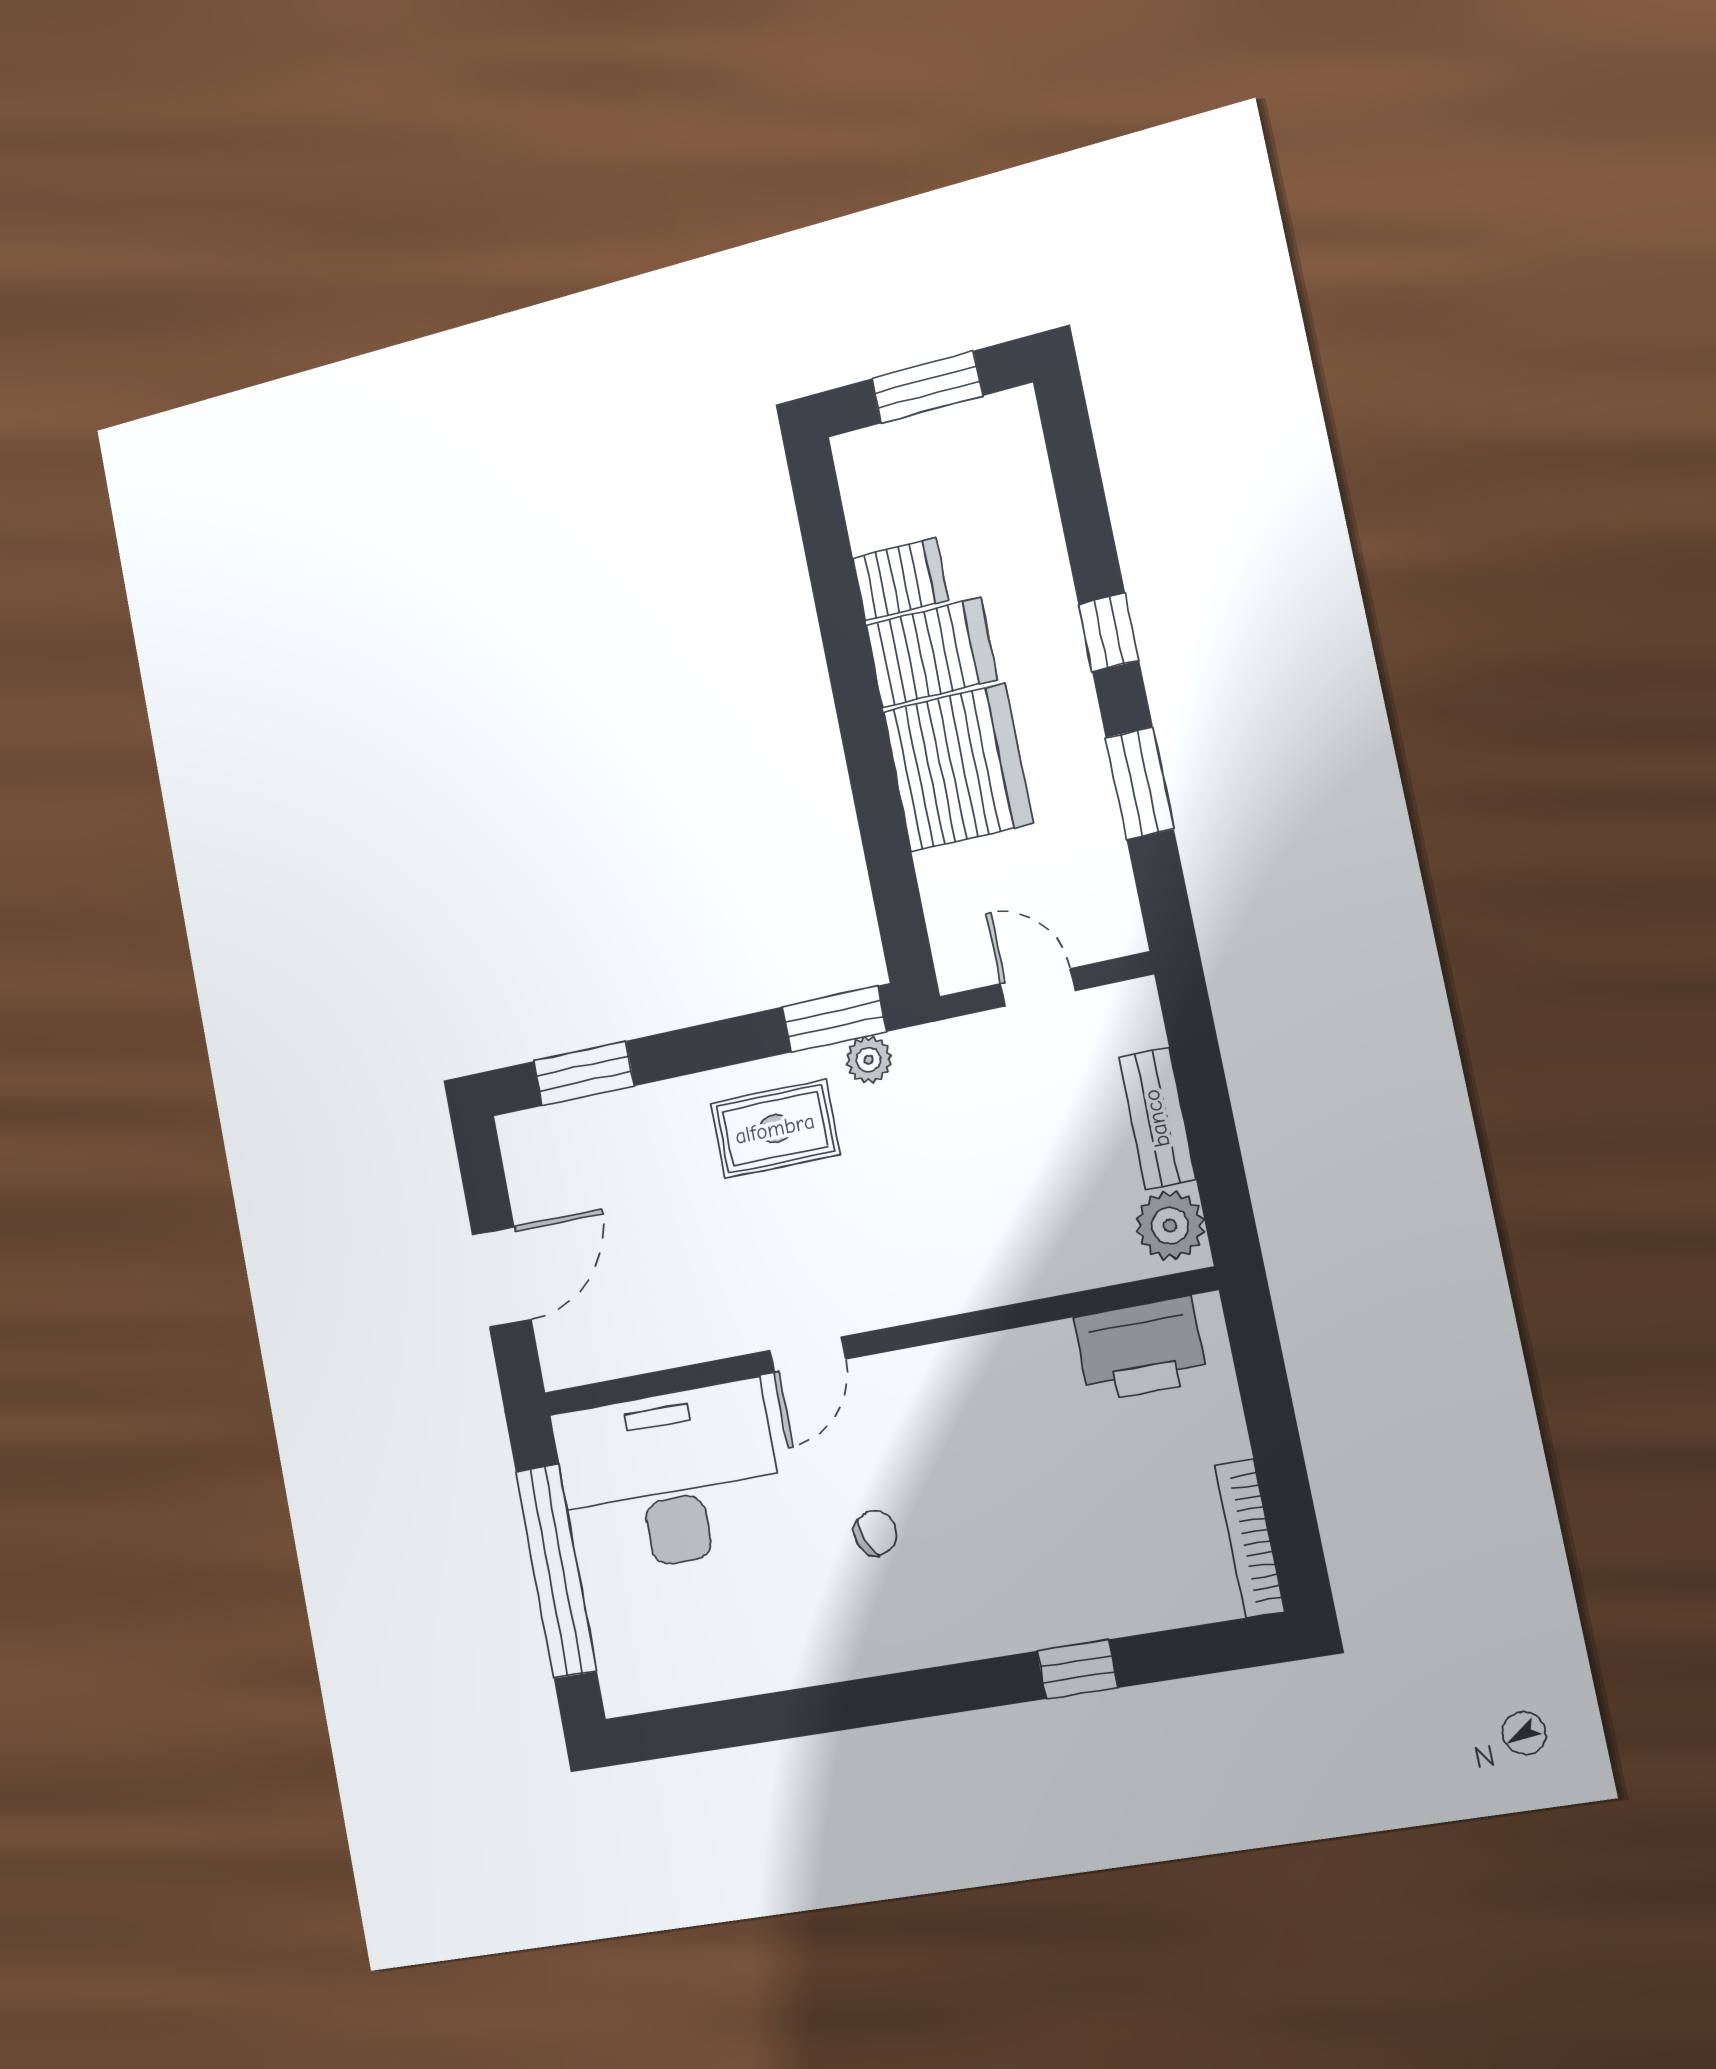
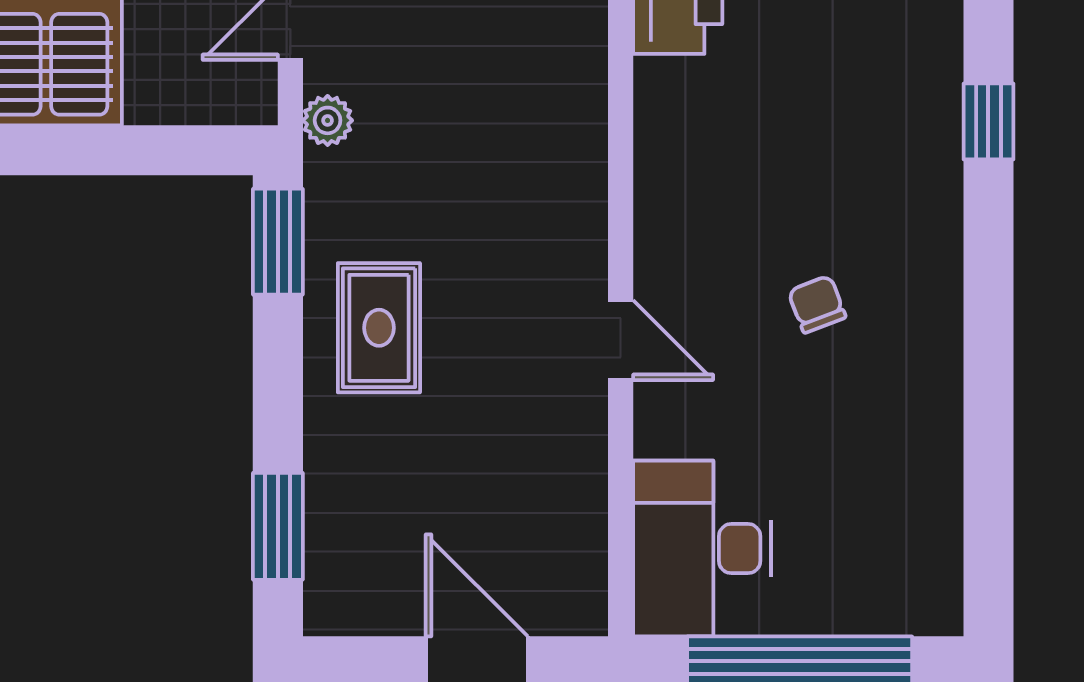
plant: (869, 1060) -> (328, 120), moved
desk: (669, 1479) -> (702, 549), width x0.73, depth x0.77

